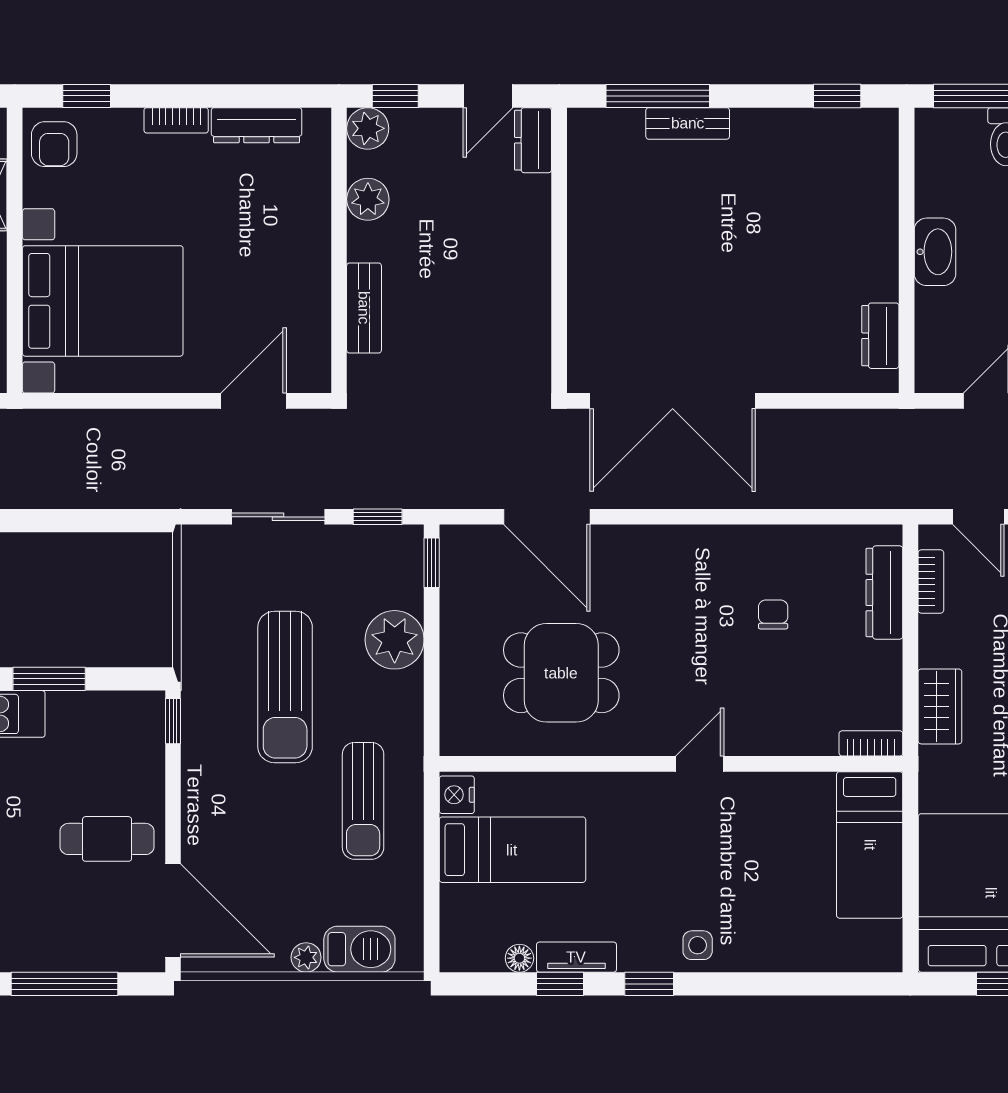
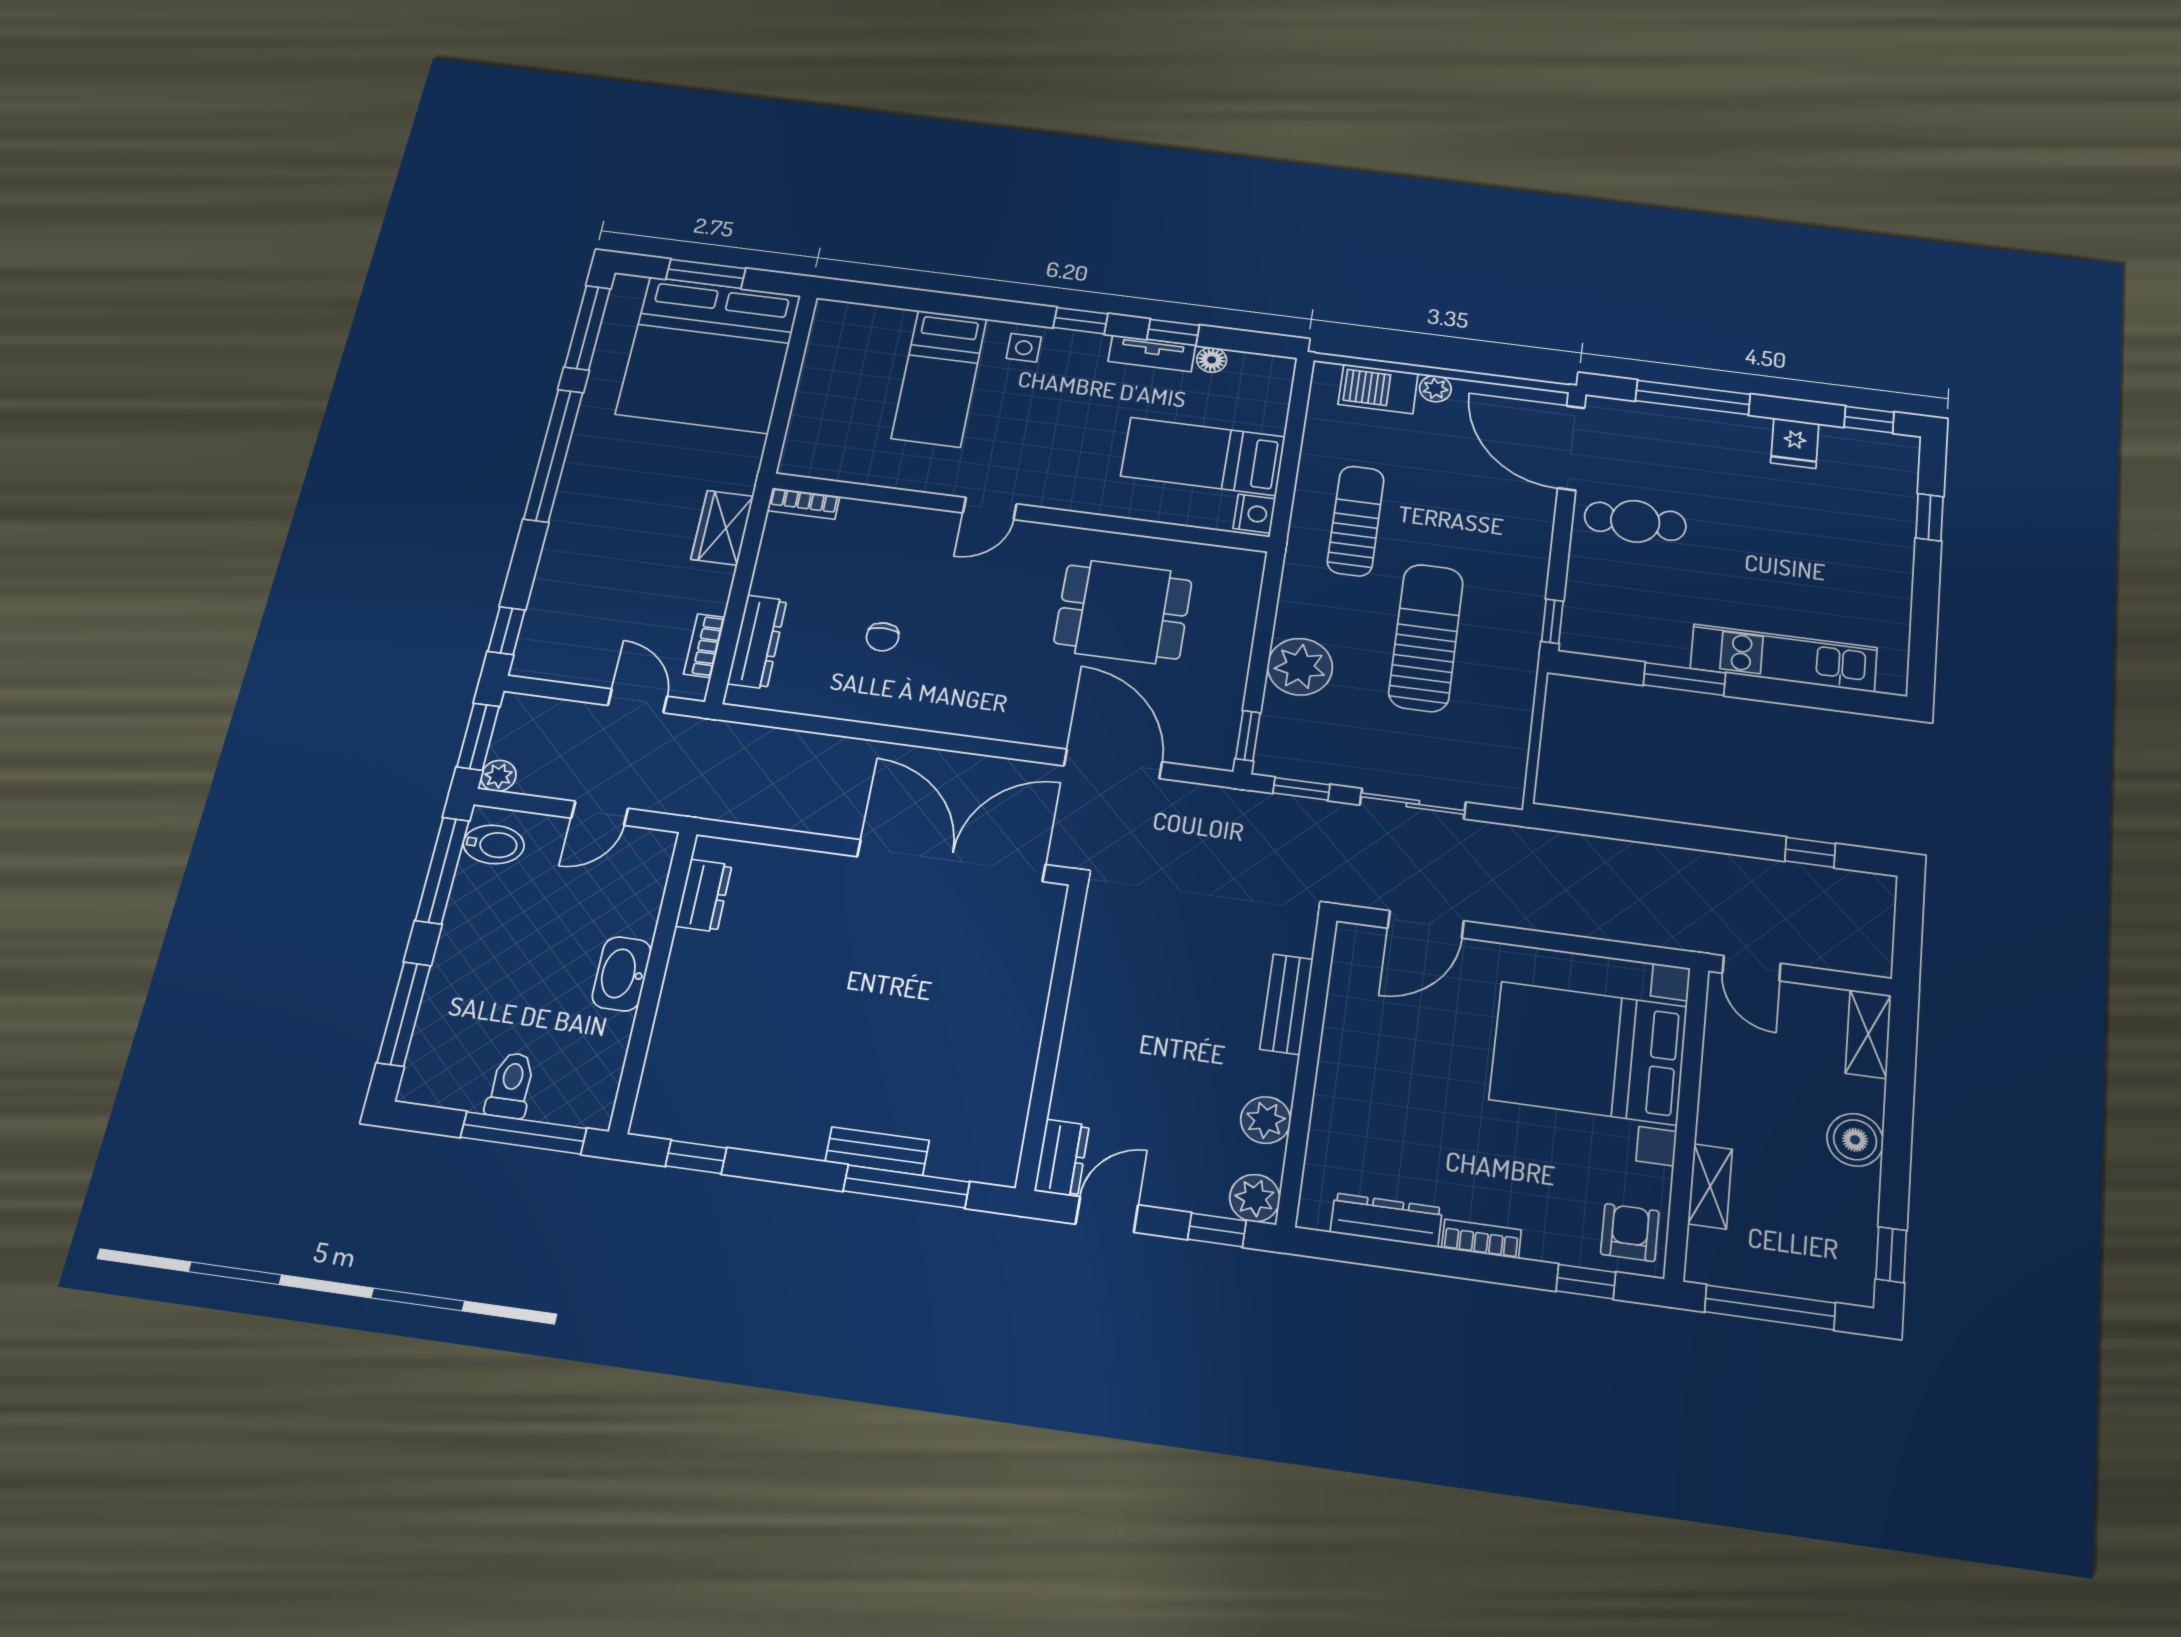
bed: (870, 845) -> (939, 378), moved, turned 180

